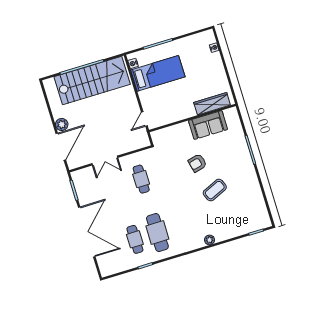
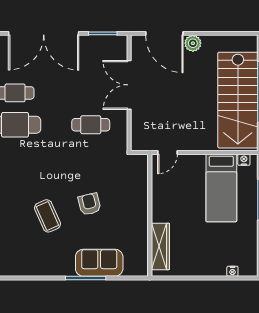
door: (144, 119) -> (167, 153), swing flipped
sofa: (208, 125) -> (99, 263), moved, turned 90
double door: (105, 161) -> (129, 85), width x1.37

